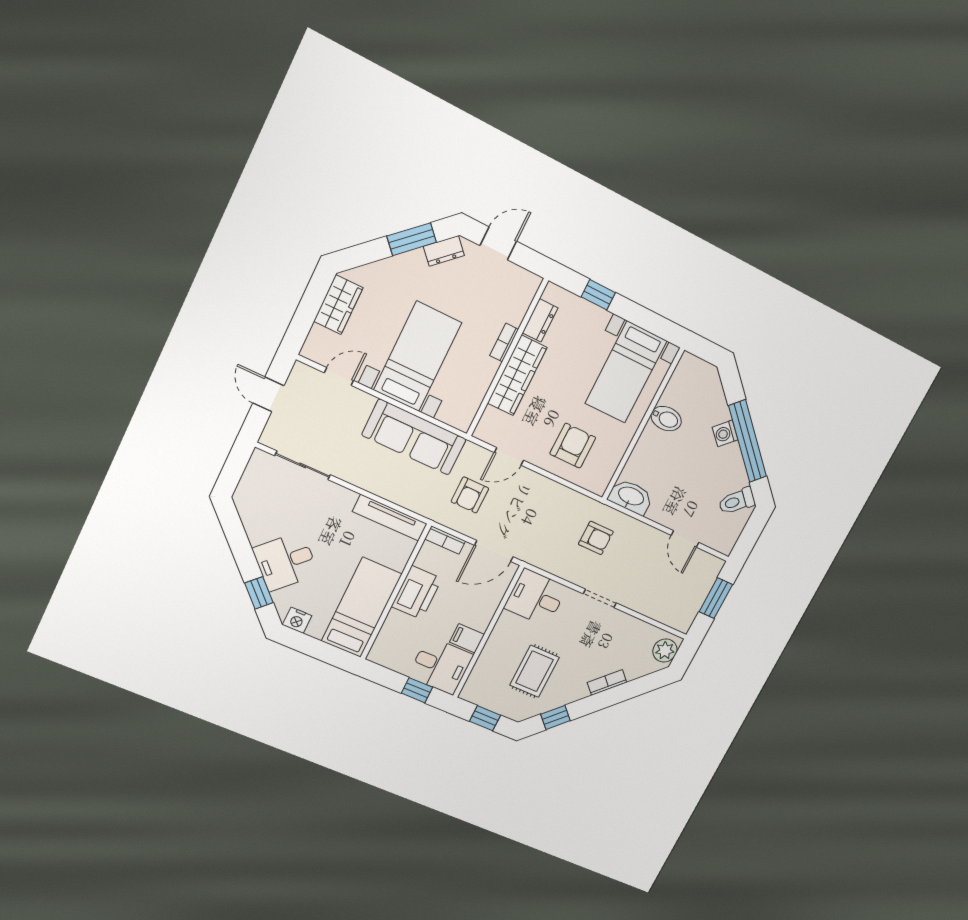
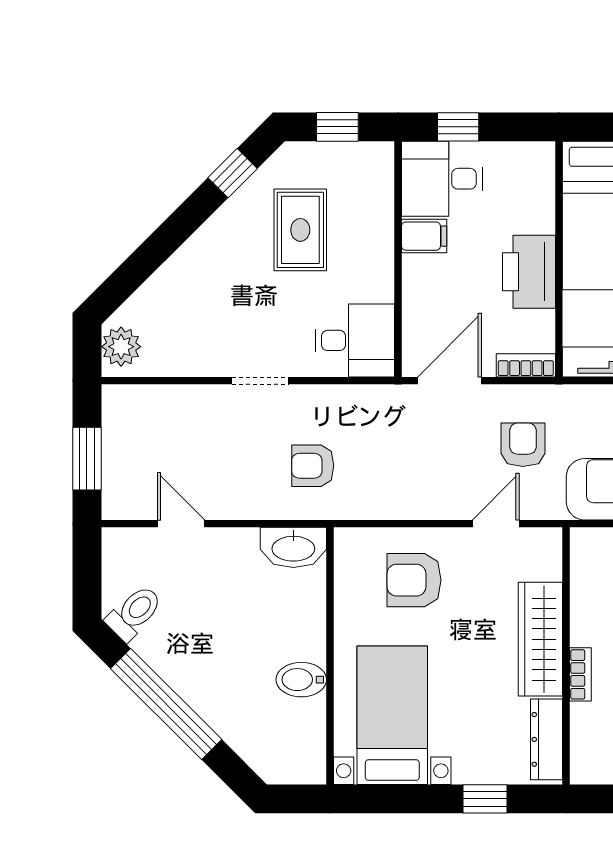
dresser: (540, 320) -> (547, 739), width x1.44
washing machine: (725, 433) -> (205, 699), removed
armchair: (573, 446) -> (414, 580), turned 90
bookcase: (607, 682) -> (183, 260), removed

